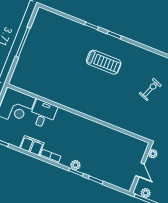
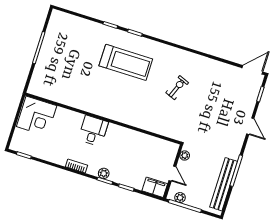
treadmill: (104, 62) -> (126, 62), width x1.37, depth x1.38
desk: (43, 114) -> (93, 131), moved
filing cabinet: (32, 146) -> (155, 187), moved

